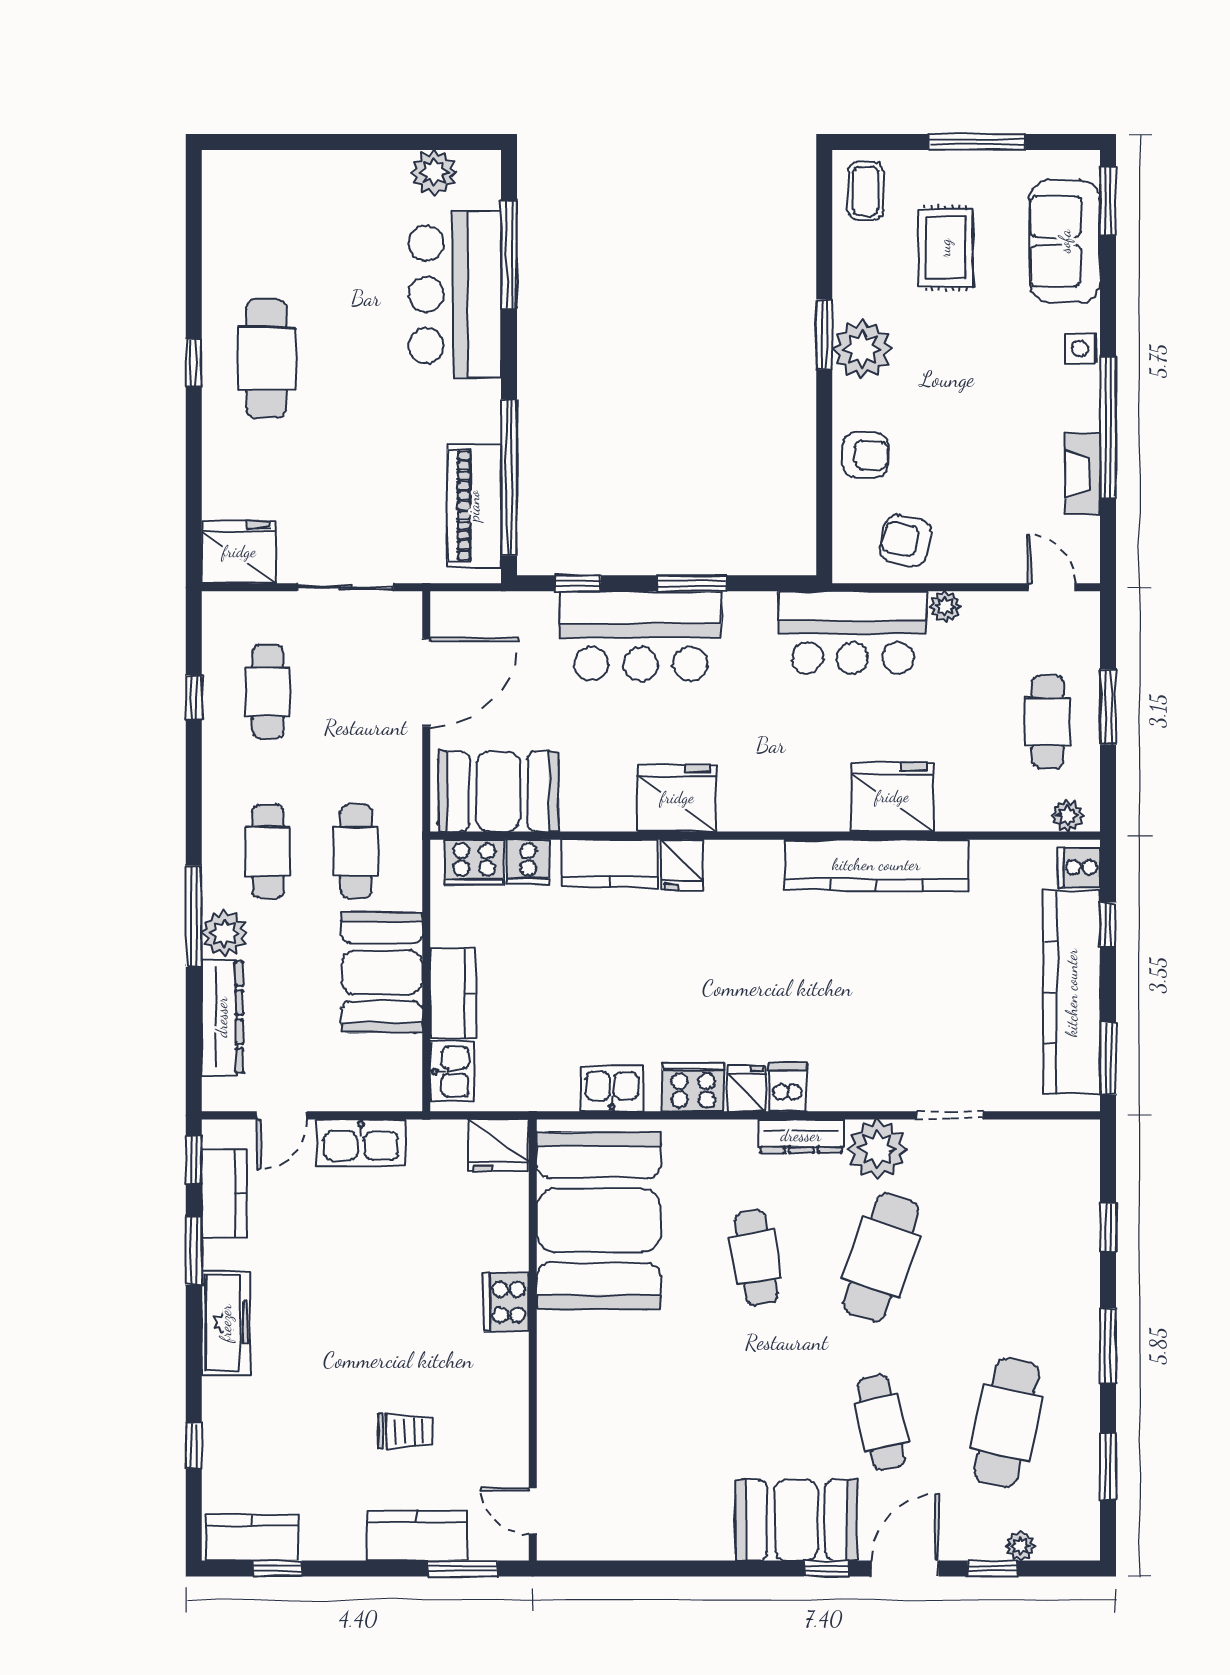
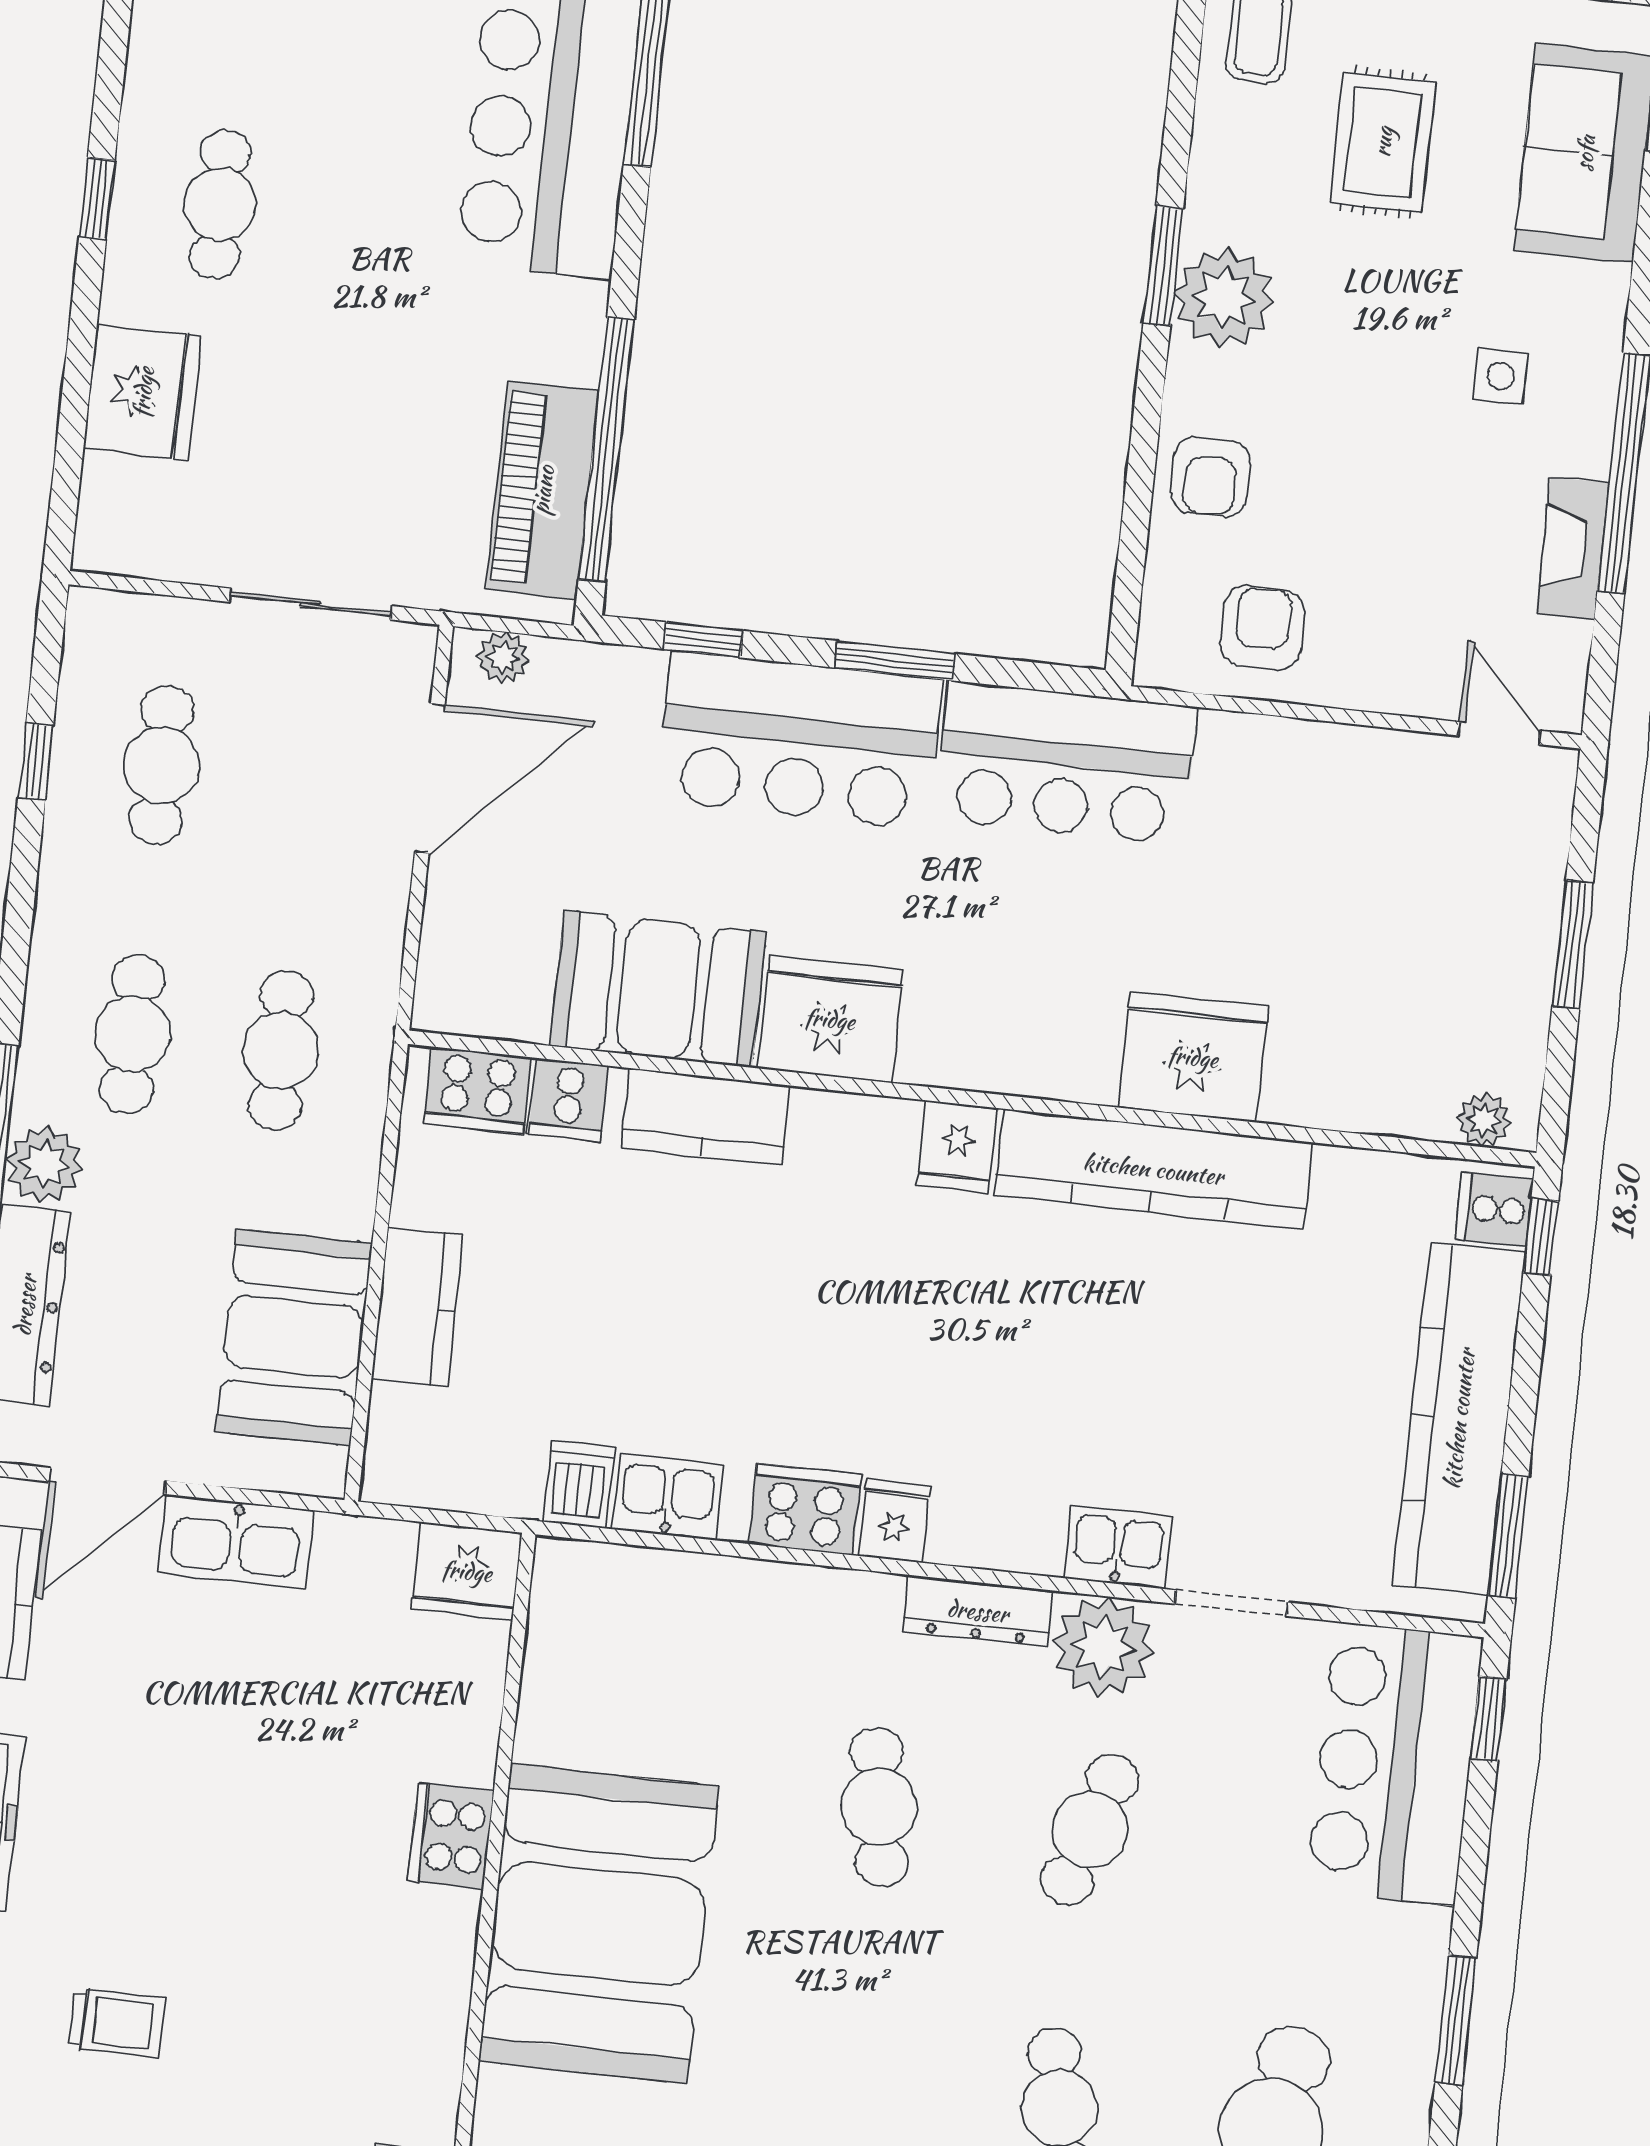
side table: (1080, 349) -> (1500, 376), moved
cafe table: (266, 358) -> (220, 204), width x0.73, depth x0.74
armchair: (866, 455) -> (1211, 477), turned 90
armchair: (906, 541) -> (1262, 628), turned 76
fridge: (239, 552) -> (143, 392), moved, turned 90
plant: (945, 607) -> (503, 658), moved
bar counter: (853, 632) -> (1066, 763), moved
cafe table: (1048, 722) -> (1468, 959), removed
booth: (498, 791) -> (658, 989), moved
fridge: (682, 865) -> (957, 1147), moved
window: (1108, 925) -> (1541, 1237), moved
booth: (382, 972) -> (294, 1337), moved
kitchen sink: (452, 1072) -> (1118, 1547), moved, turned -90
dishwasher: (788, 1087) -> (579, 1484), moved
door: (282, 1115) -> (107, 1481), width x1.38
bar counter: (1056, 1199) -> (1395, 1764), added
booth: (599, 1220) -> (599, 1924), moved
window: (1108, 1227) -> (1489, 1718), moved
cafe table: (881, 1257) -> (1090, 1830), width x0.73, depth x0.74
trolley: (406, 1431) -> (117, 2023), moved

